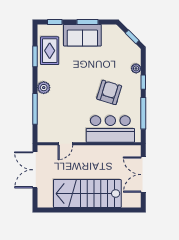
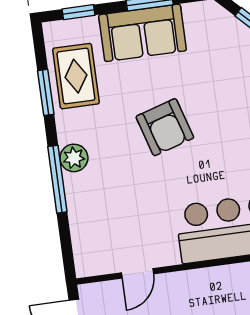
armchair: (109, 92) -> (165, 127), moved, turned 146
window: (35, 109) -> (57, 179), moved

